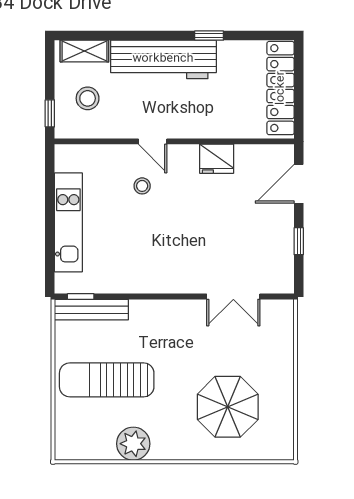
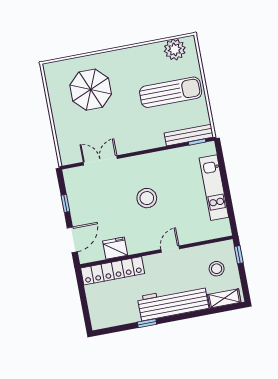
locker: (281, 88) -> (113, 271), moved, turned 90
door: (153, 141) -> (170, 249), hinge flipped
fridge: (217, 159) -> (115, 248), moved
stool: (142, 186) -> (147, 198), moved, width x1.89, depth x1.89
plant: (133, 444) -> (175, 49), moved

